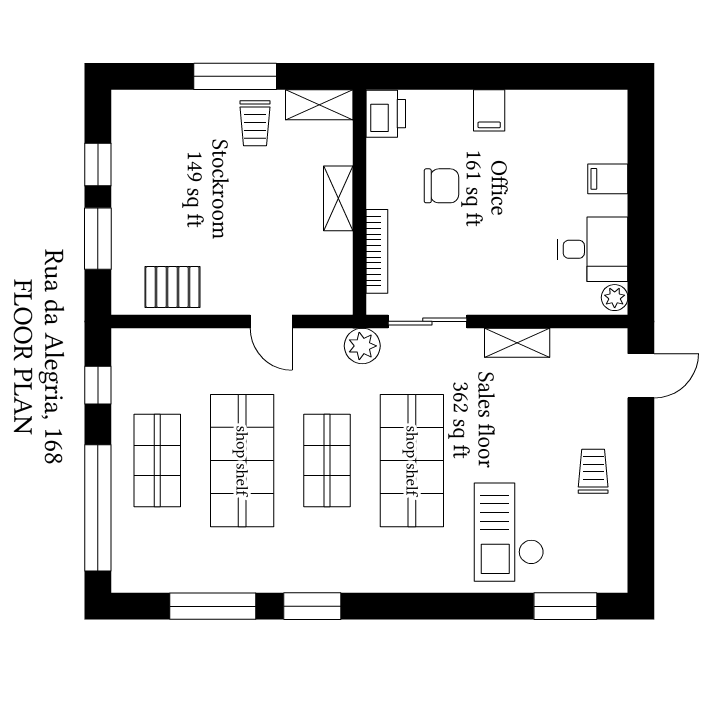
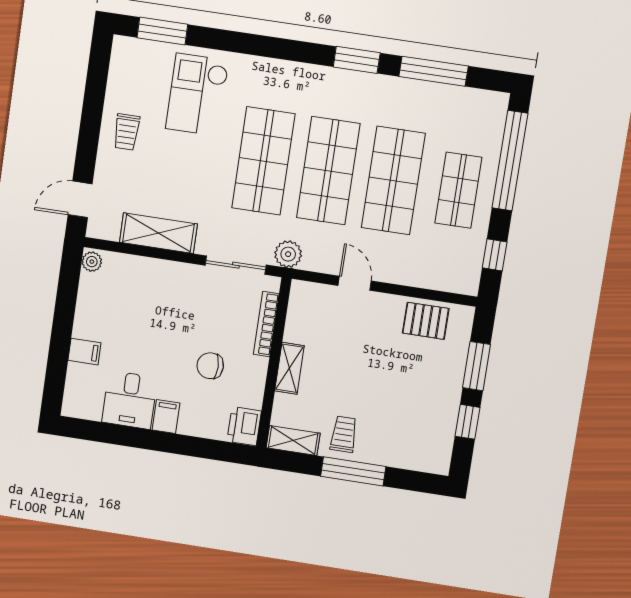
desk: (593, 249) -> (130, 400), moved, turned -90
shelving: (517, 343) -> (158, 233), width x1.50, depth x1.33
shop shelf: (327, 461) -> (328, 171), width x1.43, depth x1.36
checkout: (509, 532) -> (197, 95), turned 180

